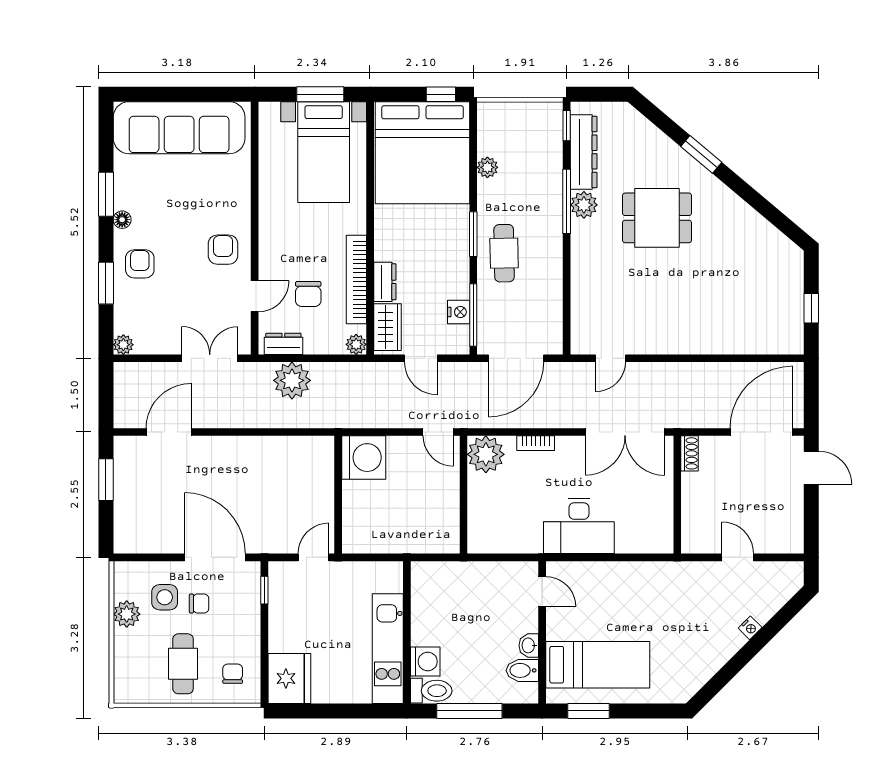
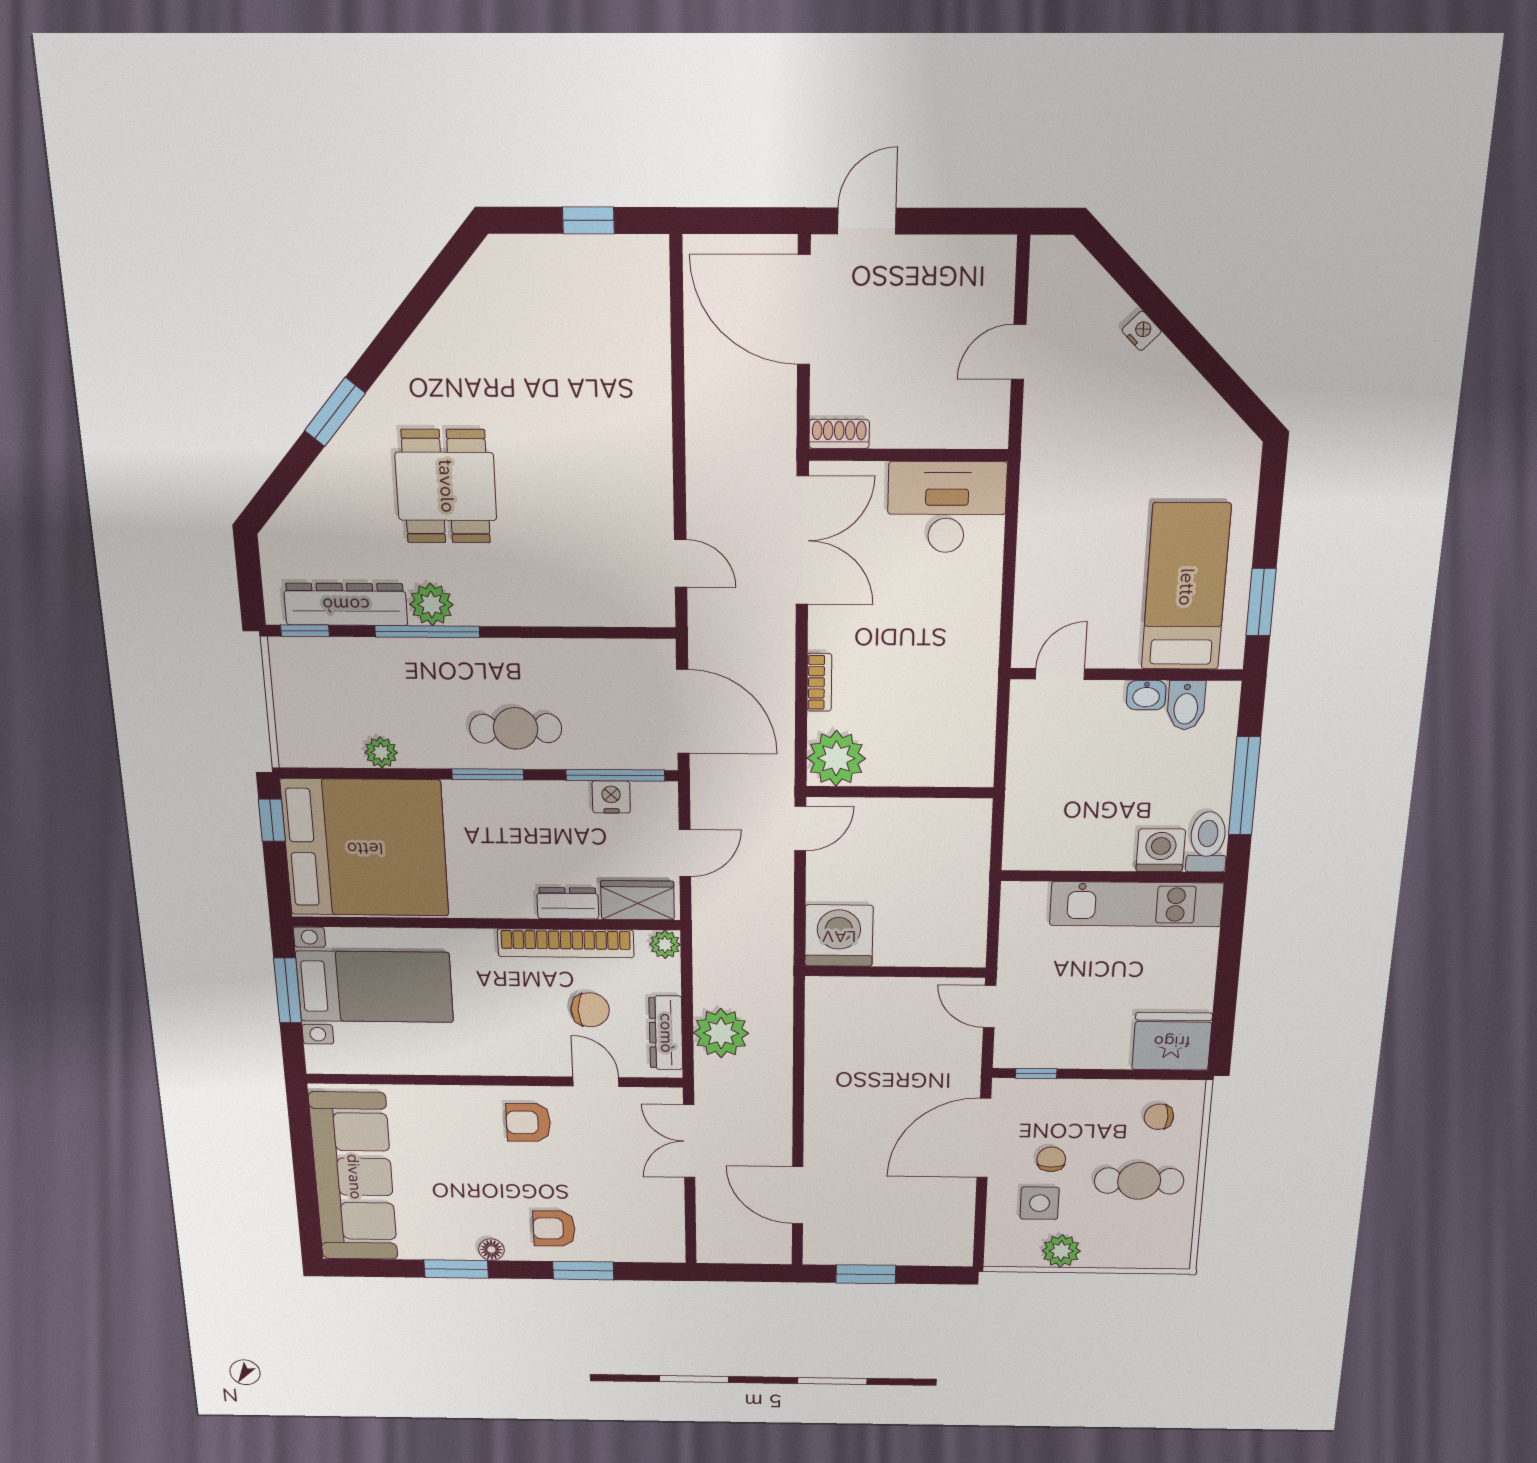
dresser: (283, 344) -> (666, 1033), width x1.44
plant: (123, 345) -> (671, 1250), removed
desk: (579, 526) -> (947, 507), moved, turned -90

